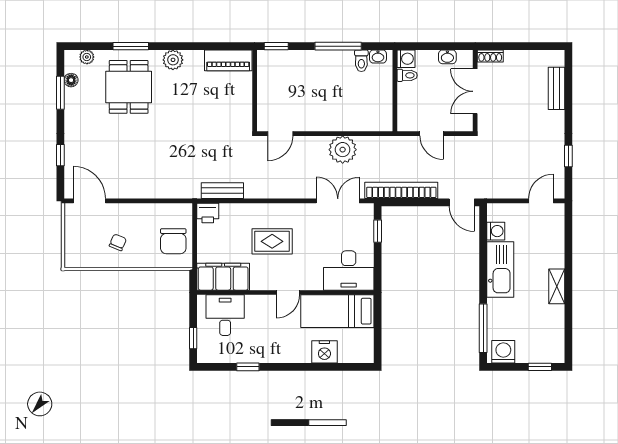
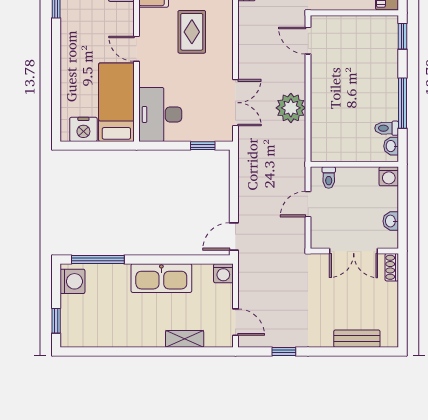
toilet: (407, 75) -> (329, 178), moved
double door: (475, 91) -> (354, 251), swing flipped
bookcase: (401, 190) -> (247, 171), removed
washing machine: (496, 231) -> (223, 273), moved
shelving: (557, 286) -> (185, 339), moved
nightstand: (324, 352) -> (83, 129), moved, turned -90

